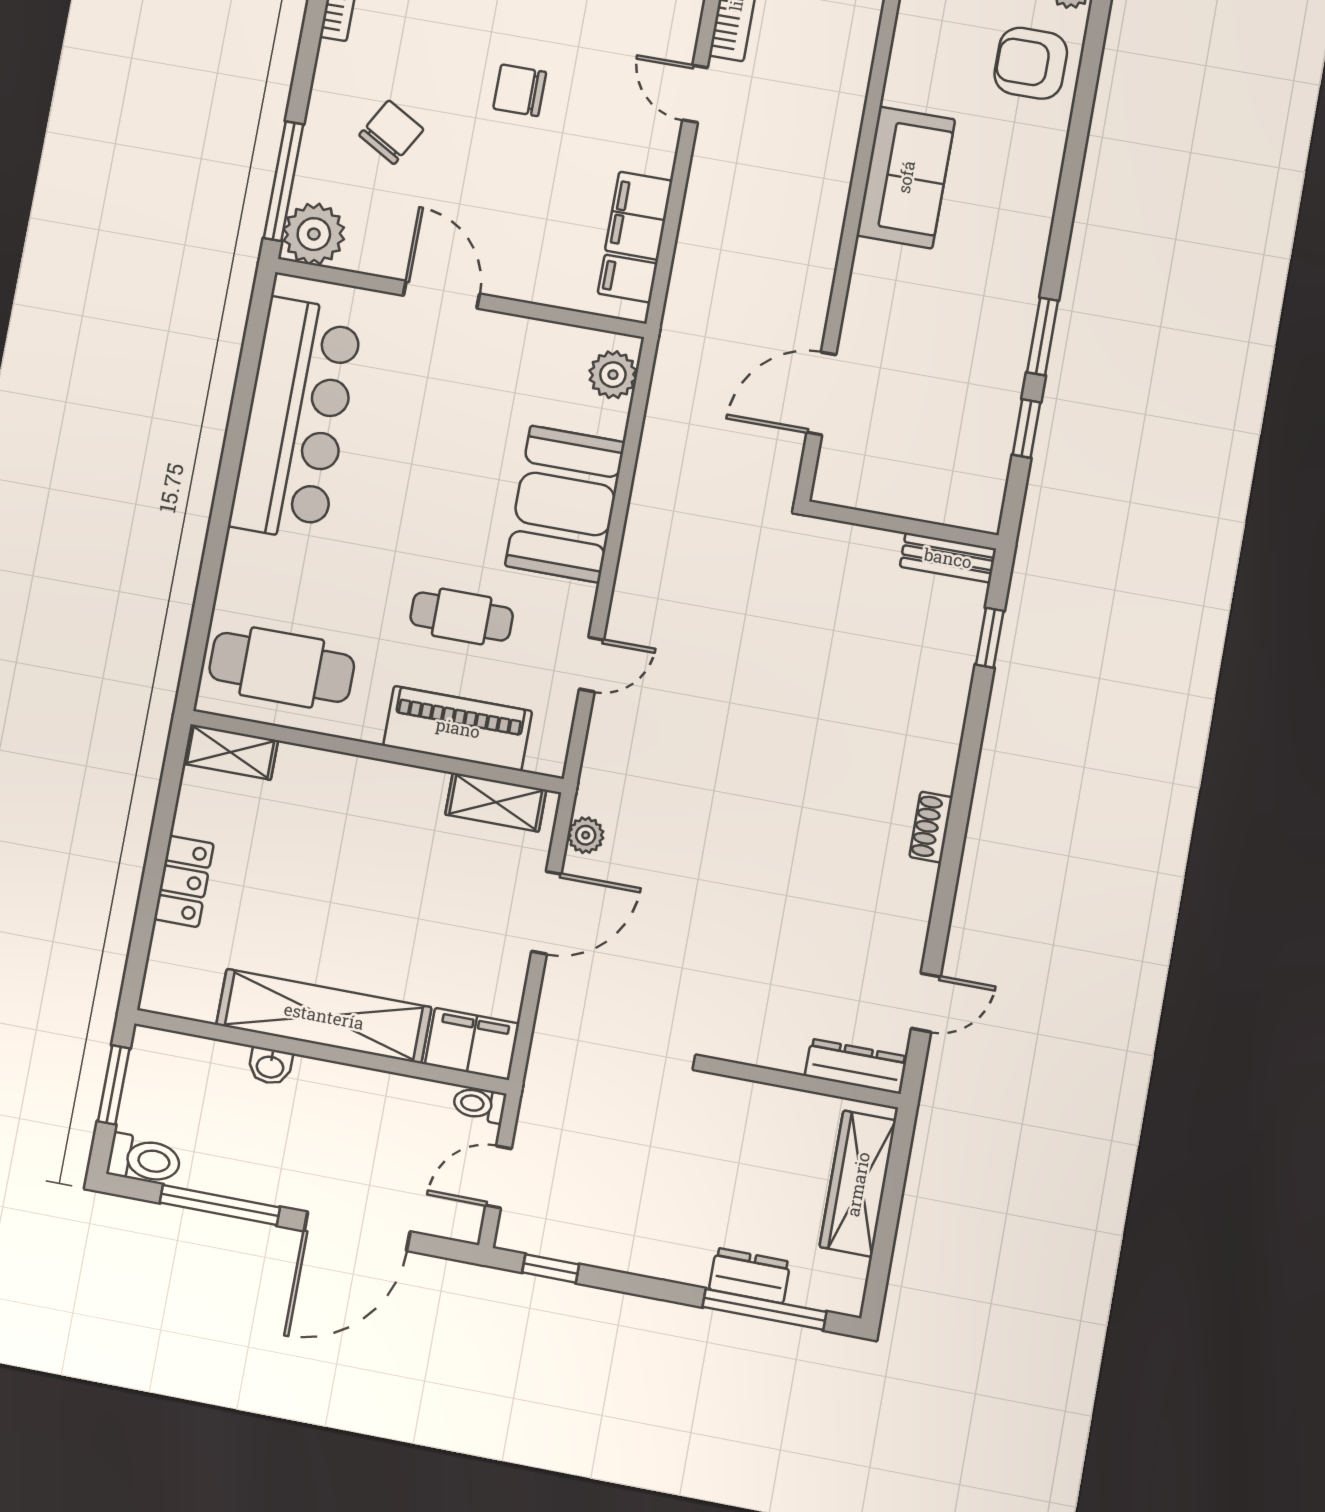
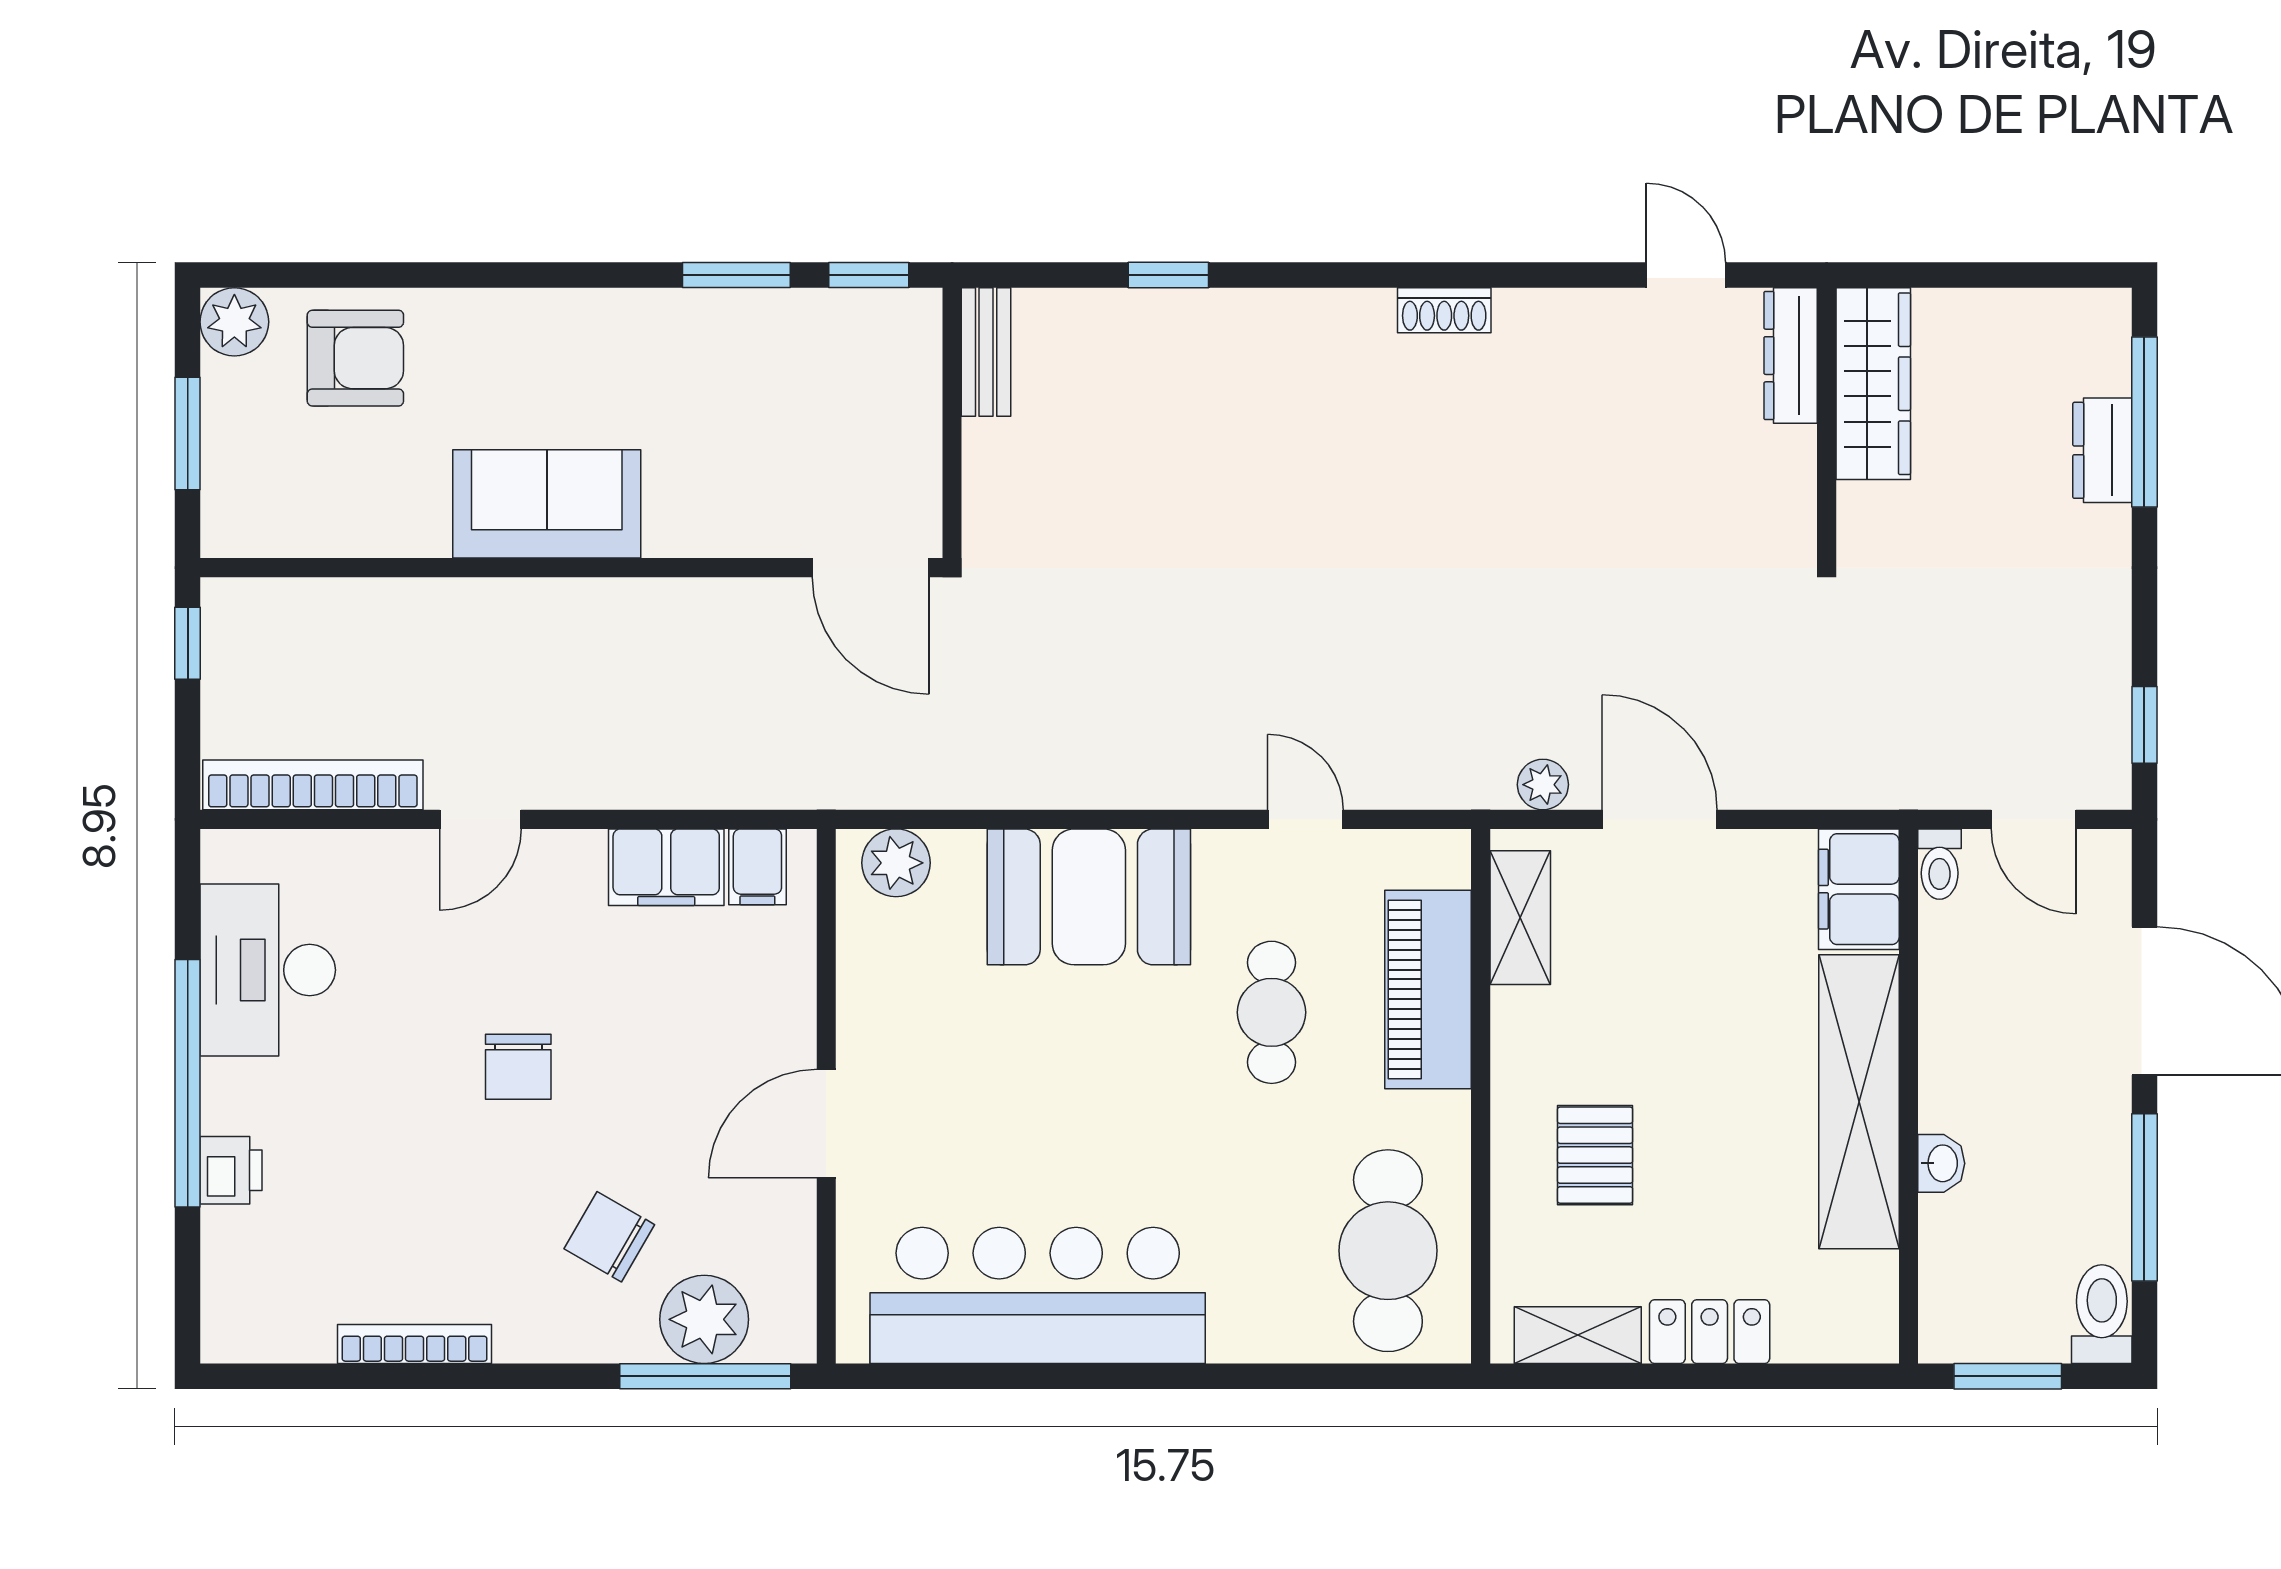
armchair: (1031, 63) -> (355, 358), turned -90
plant: (314, 234) -> (704, 1319), moved
wall: (902, 525) -> (952, 423), moved
bench: (948, 558) -> (986, 352), moved
shelving: (230, 752) -> (1578, 1335), moved, turned 90
pallet: (321, 824) -> (1595, 1155), added
wardrobe: (858, 1184) -> (1873, 384), moved, turned -90

